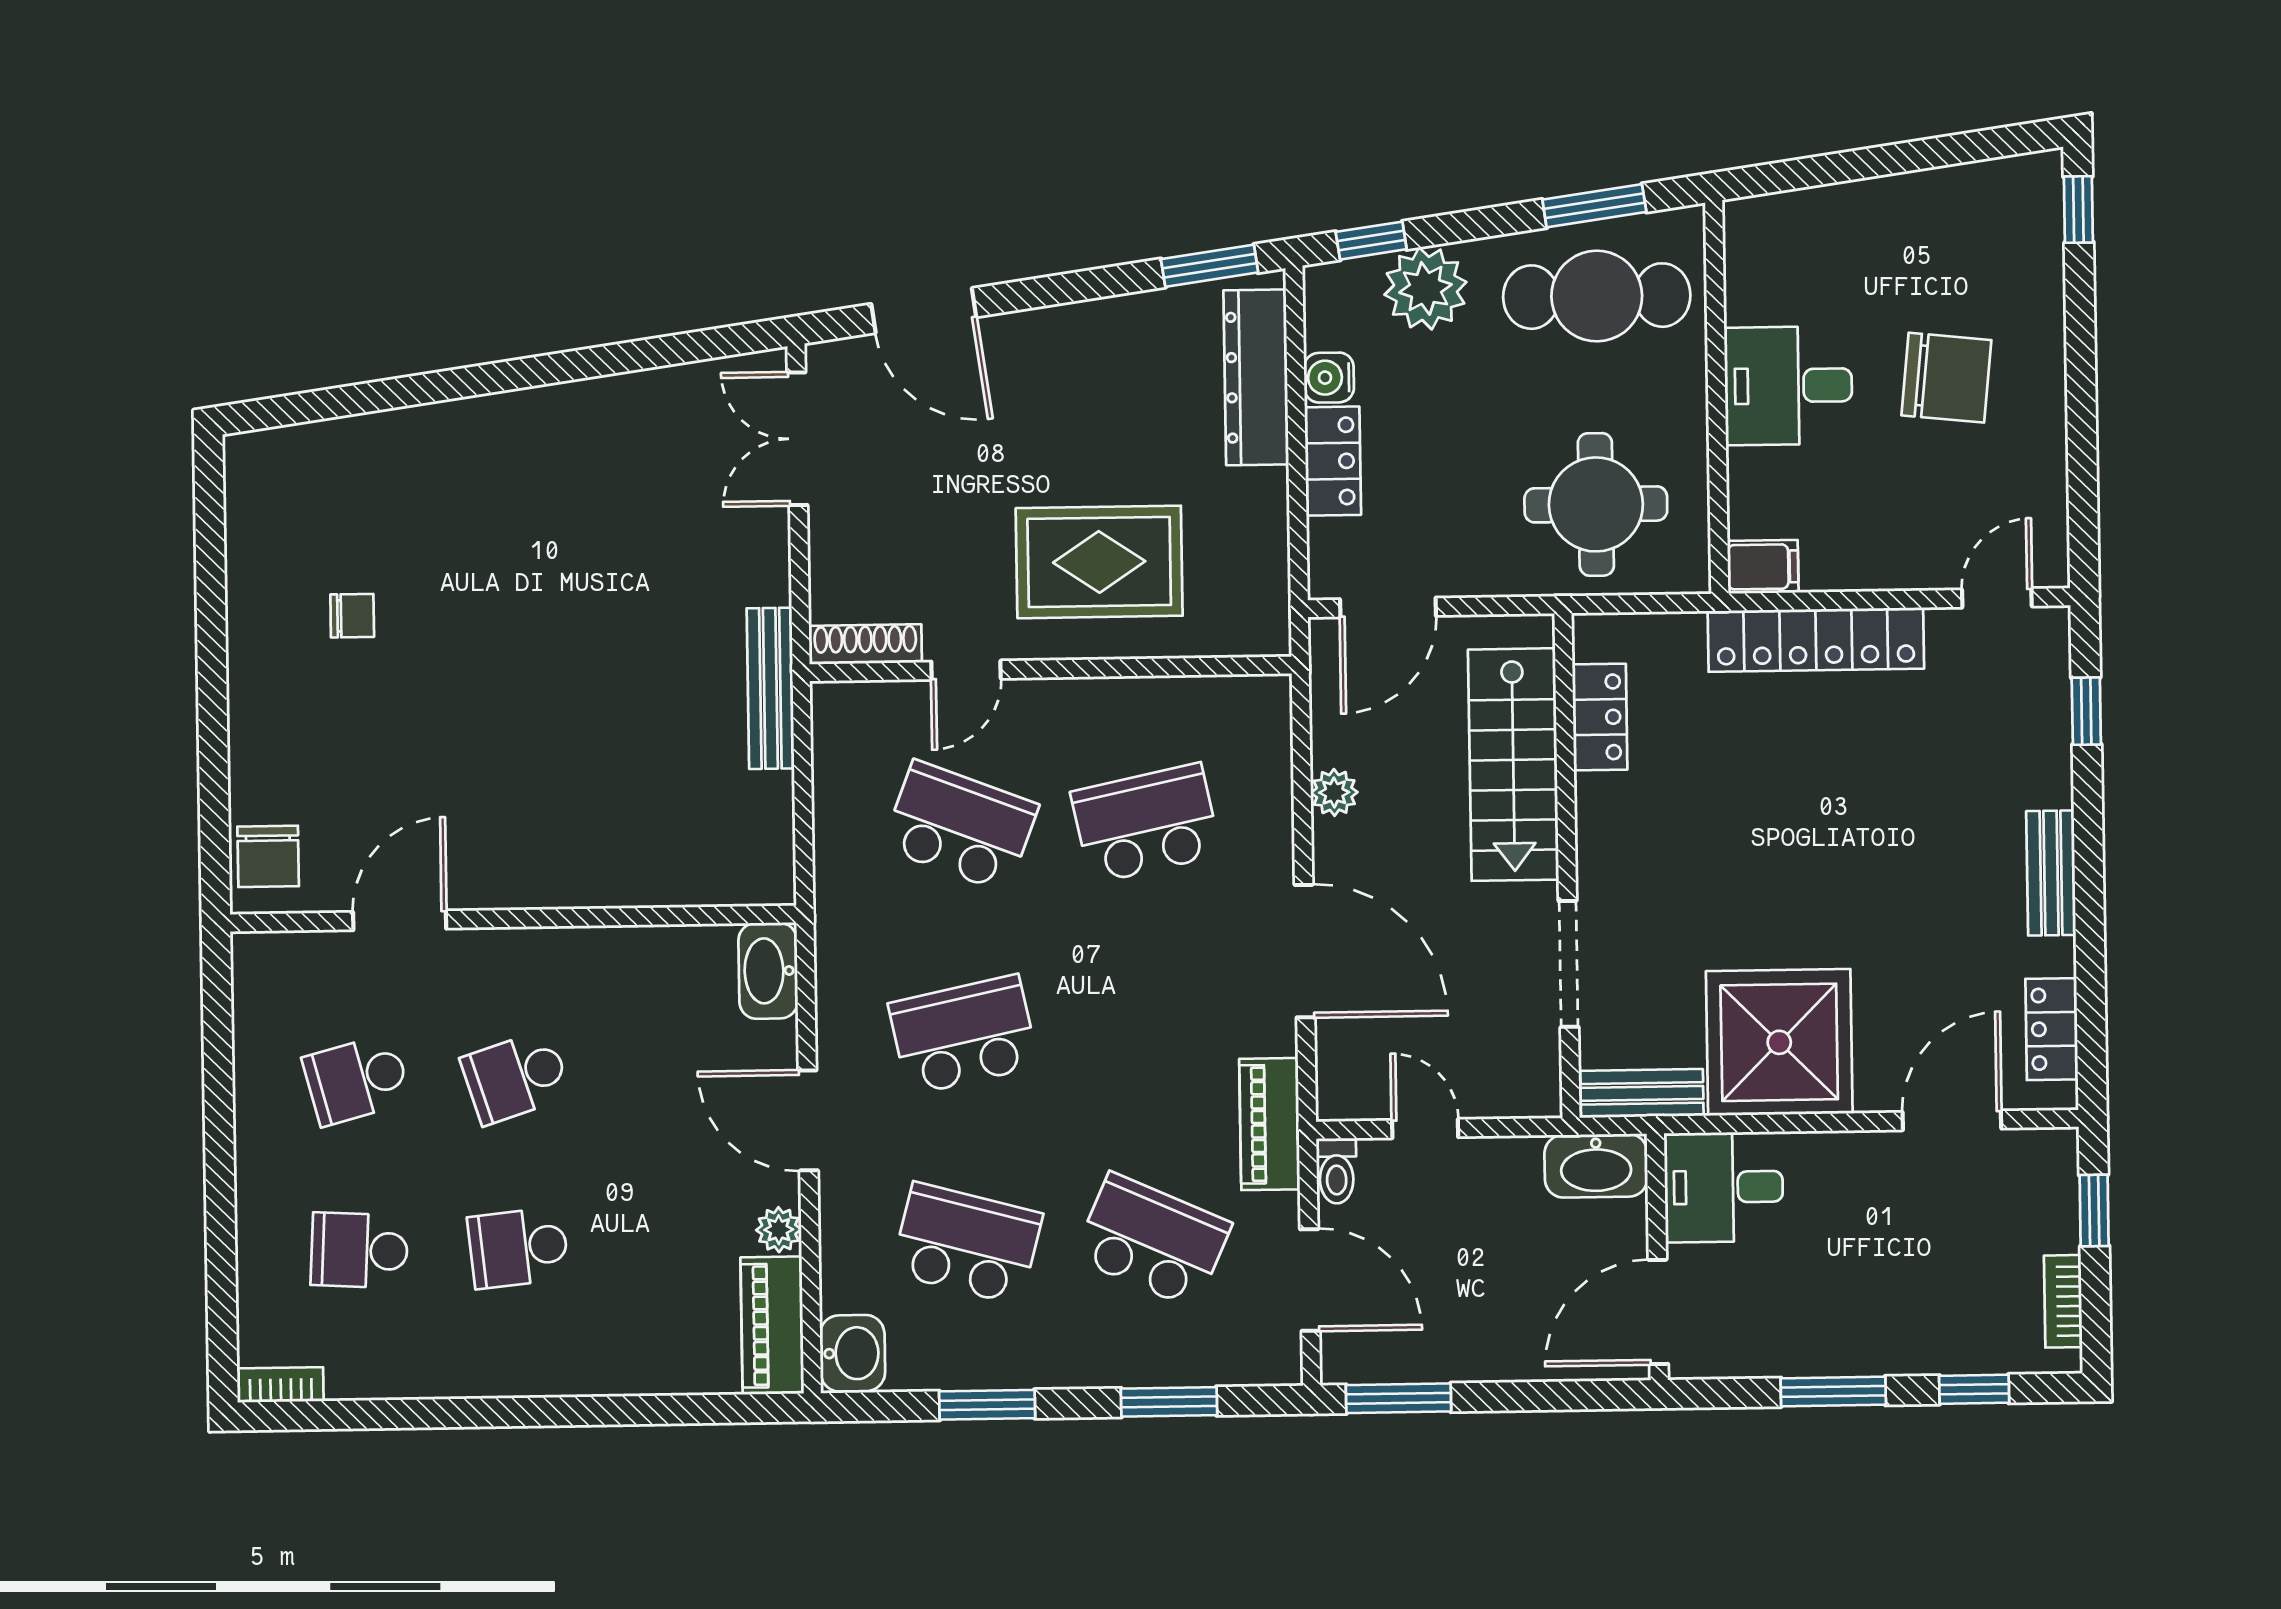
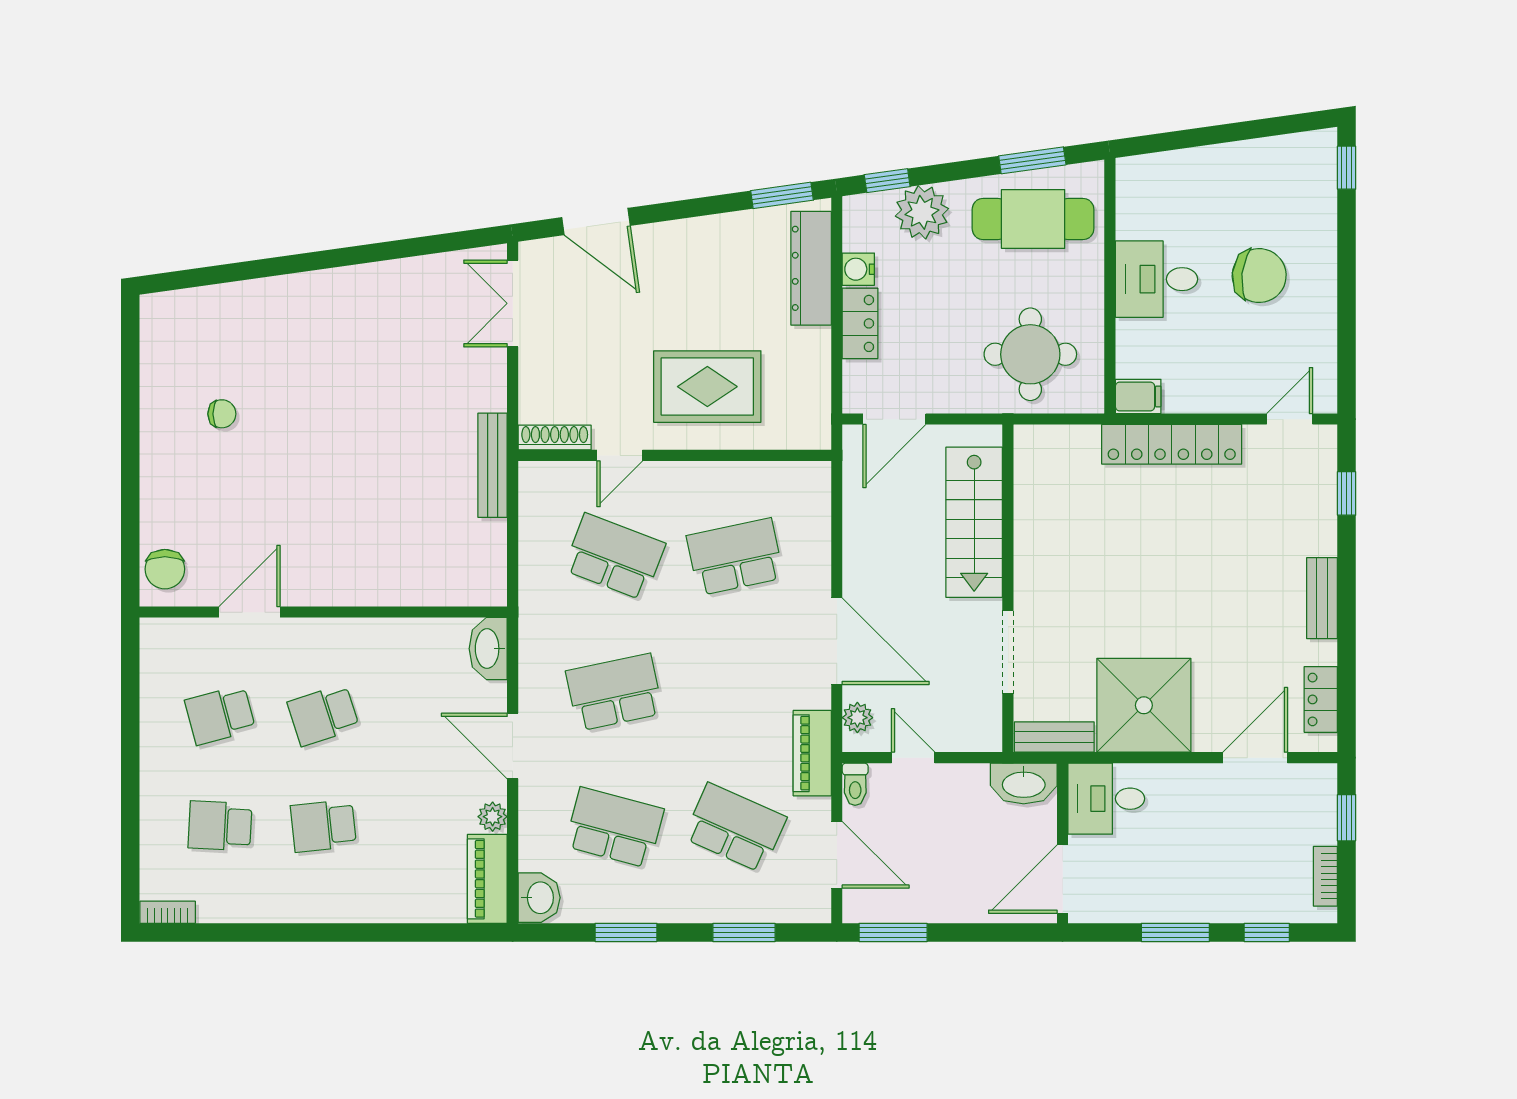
locker: (1600, 717) -> (1031, 492), removed
plant: (1334, 792) -> (857, 718), moved

